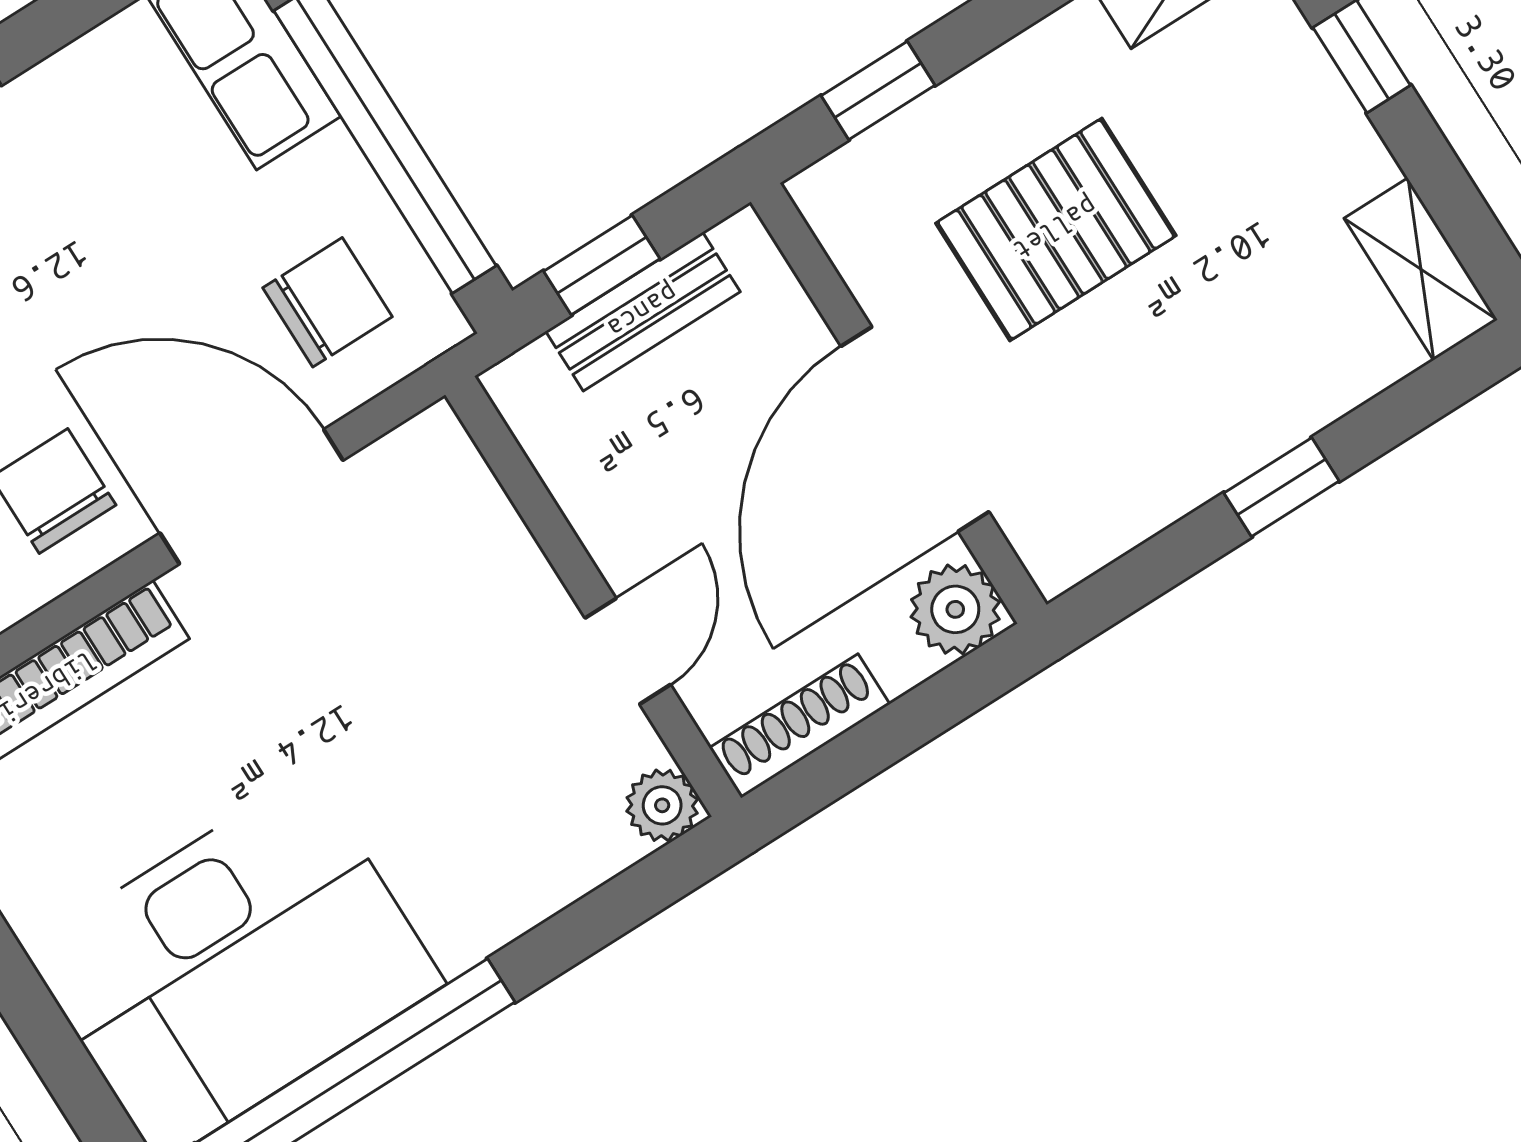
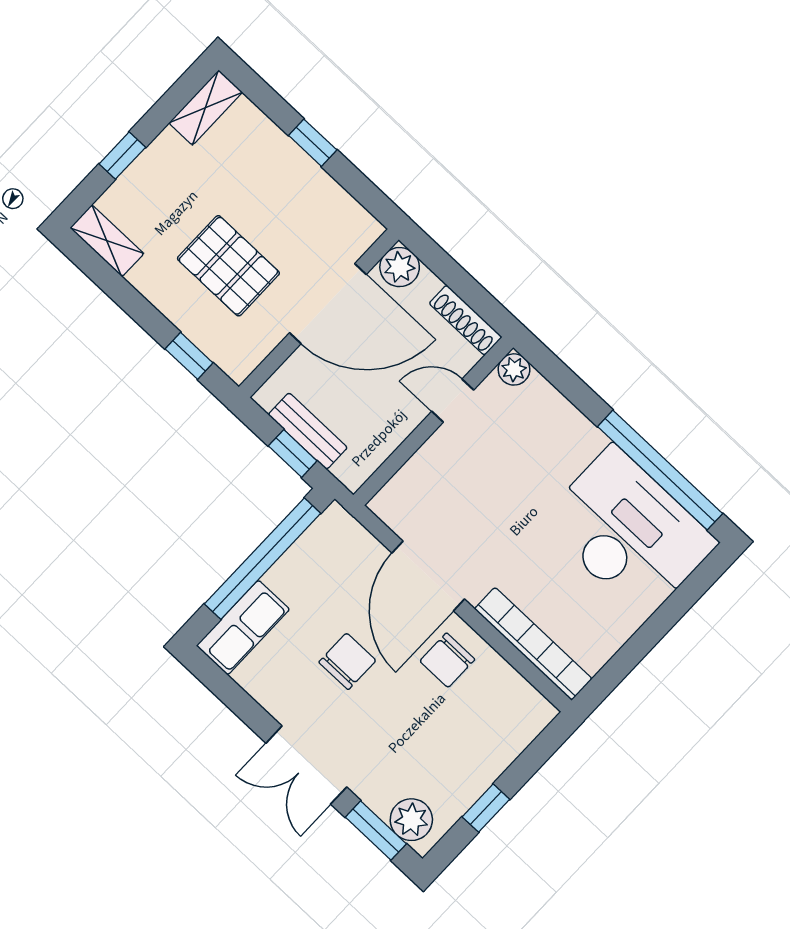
chair: (328, 302) -> (347, 661), moved, turned 90

